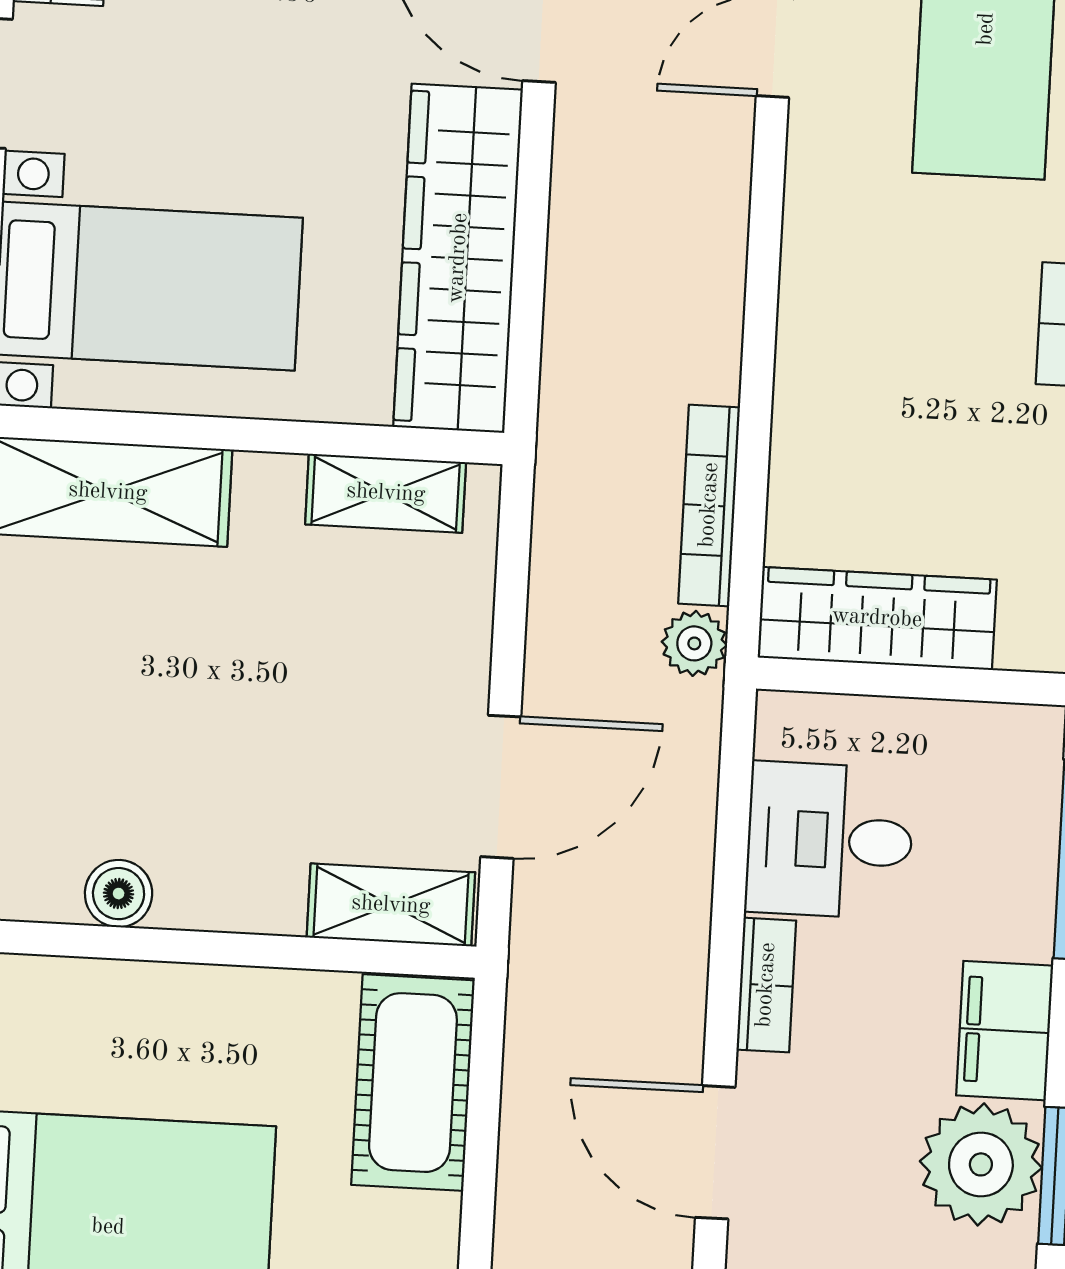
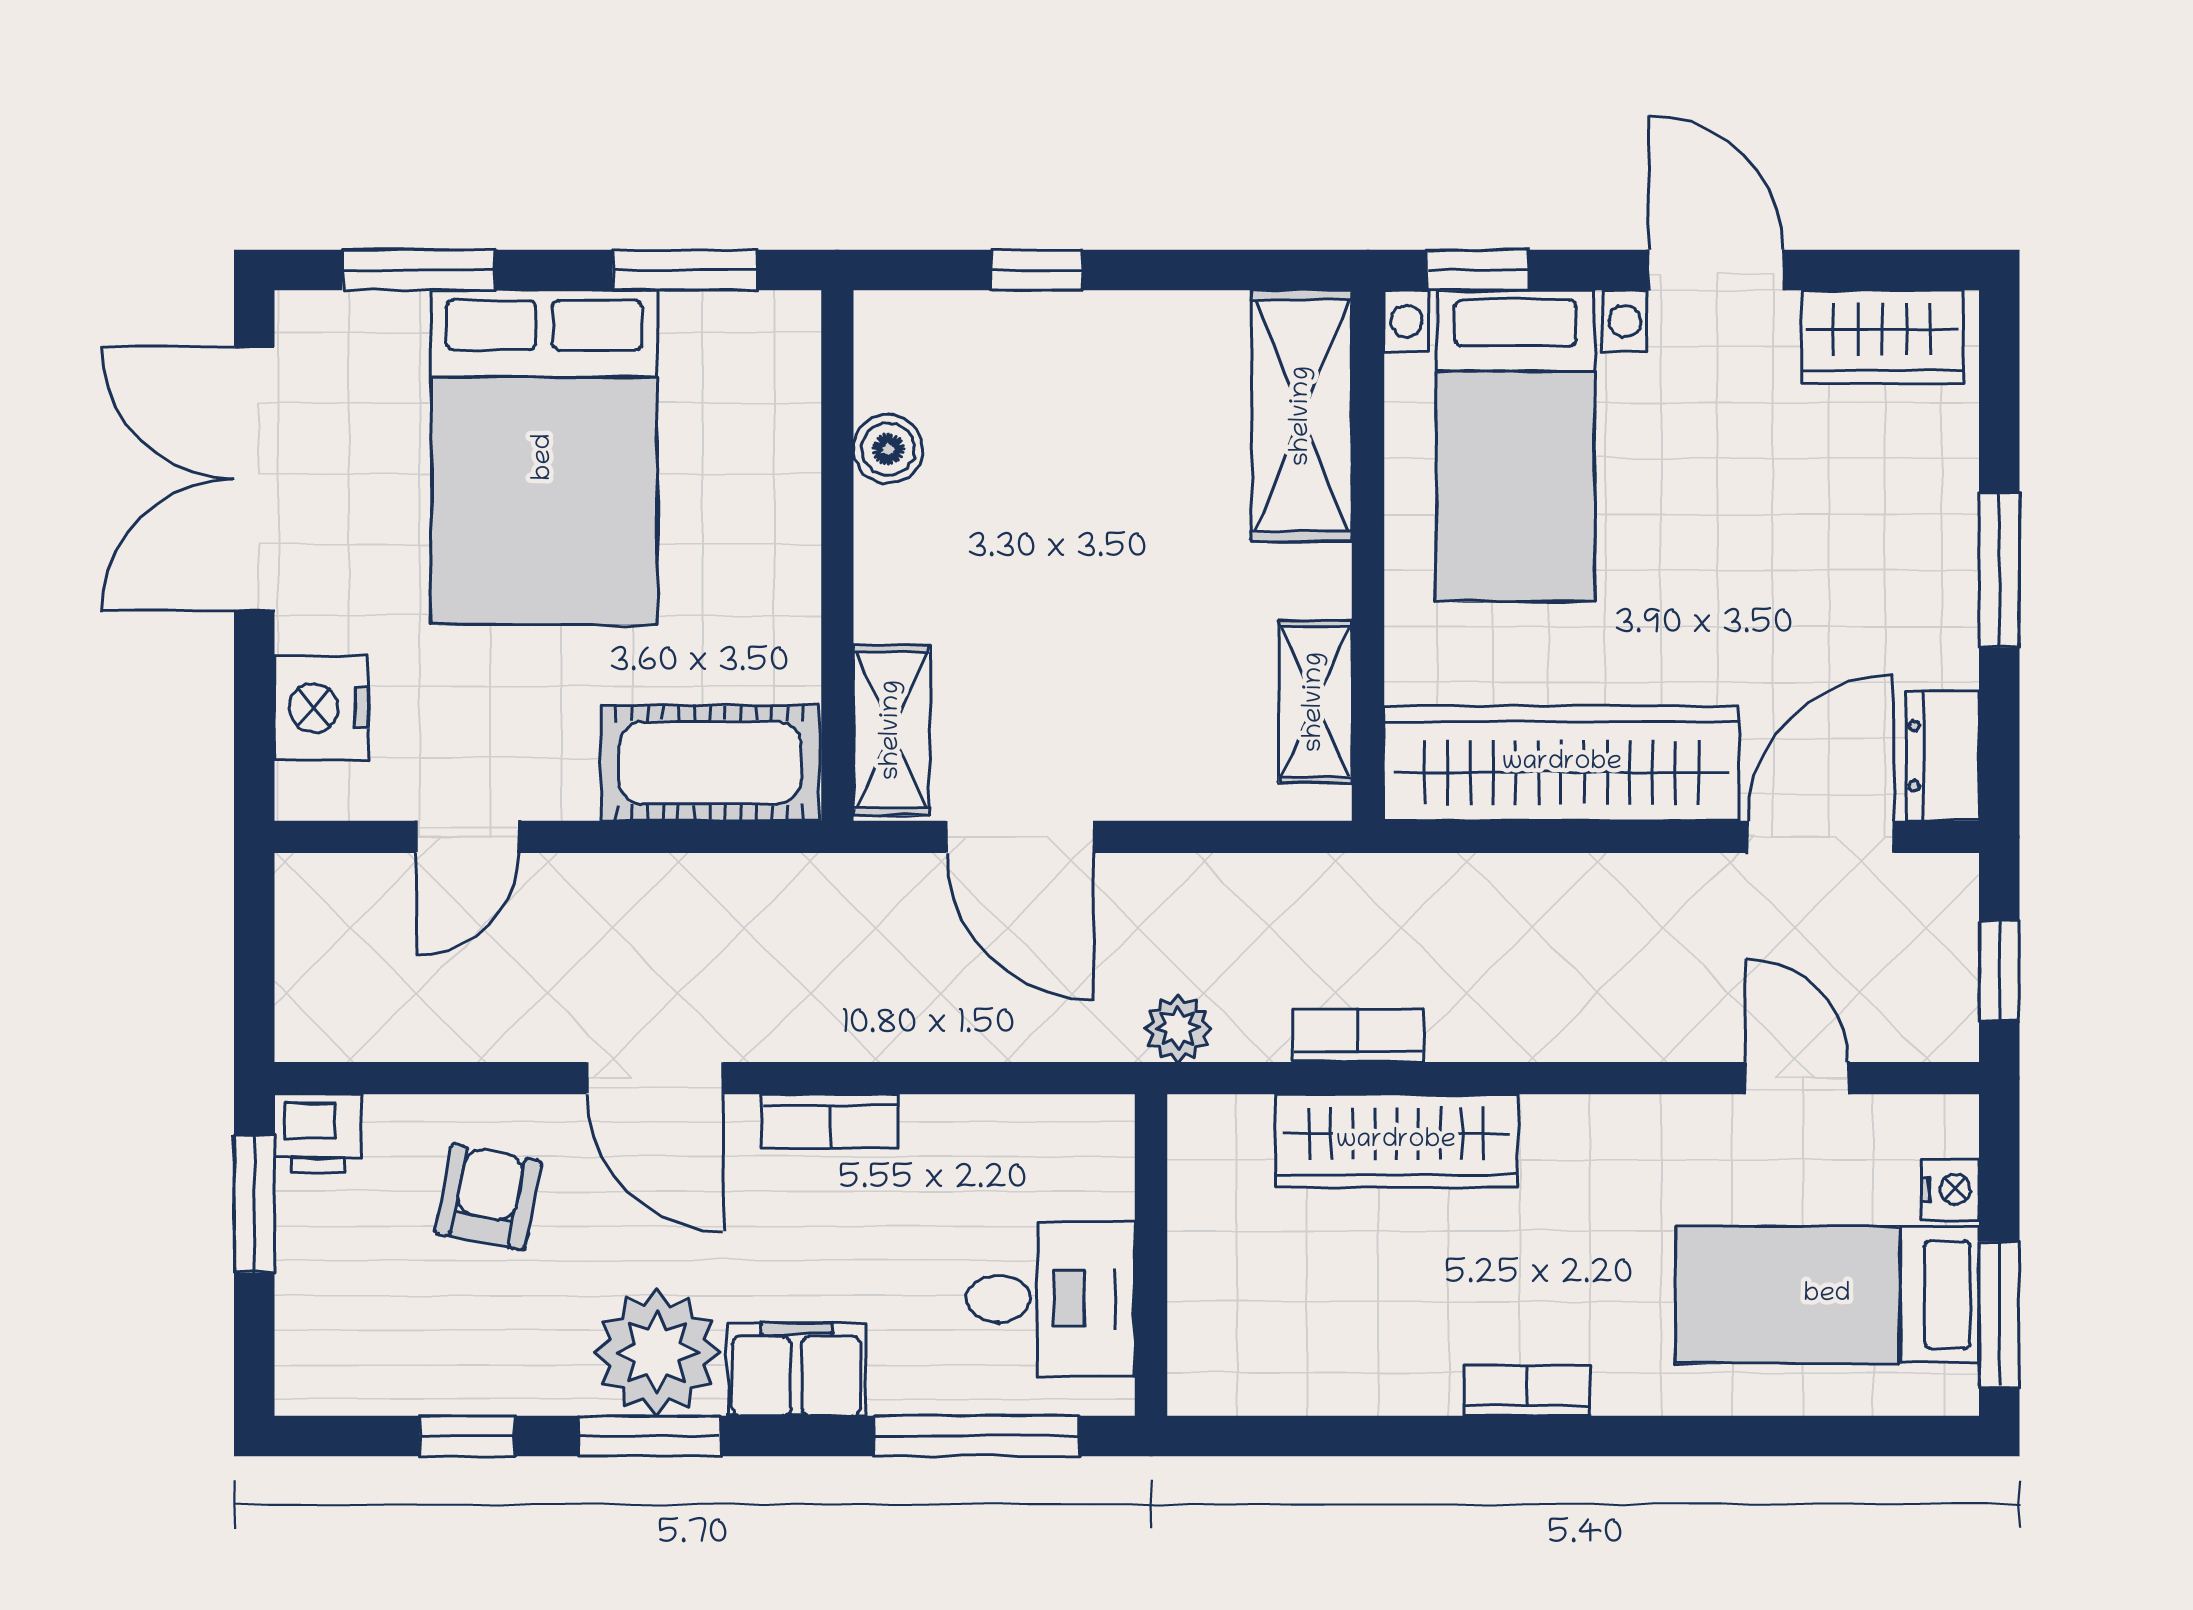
bookcase: (709, 505) -> (1358, 1036), width x0.64
wardrobe: (877, 618) -> (1396, 1141), moved, turned 90
desk: (830, 840) -> (1051, 1299), moved, turned 90
door: (715, 1152) -> (655, 1078), swing flipped

